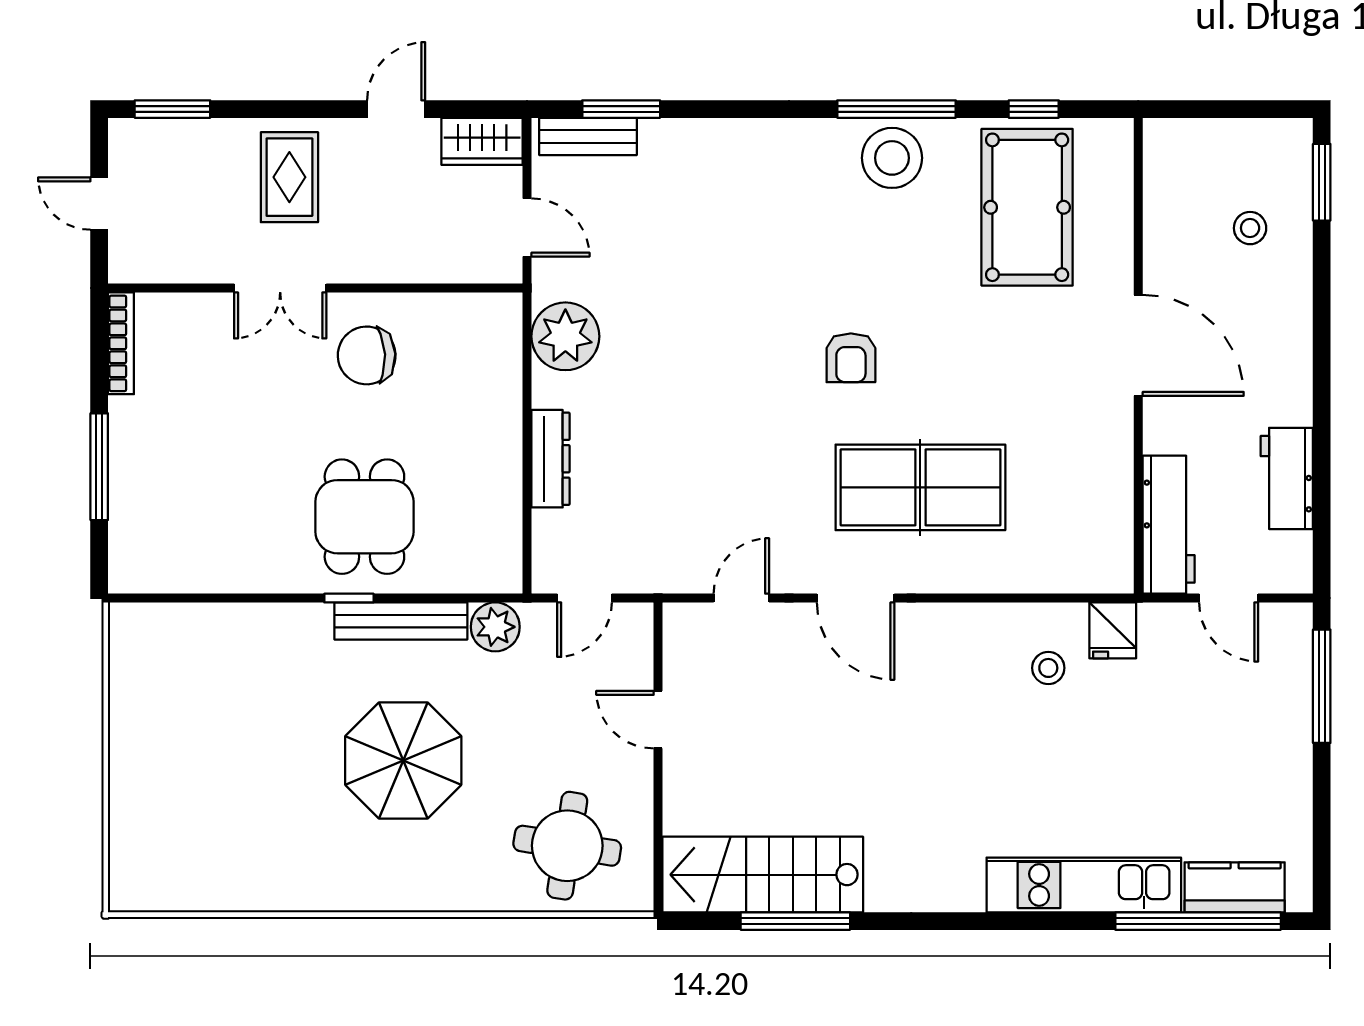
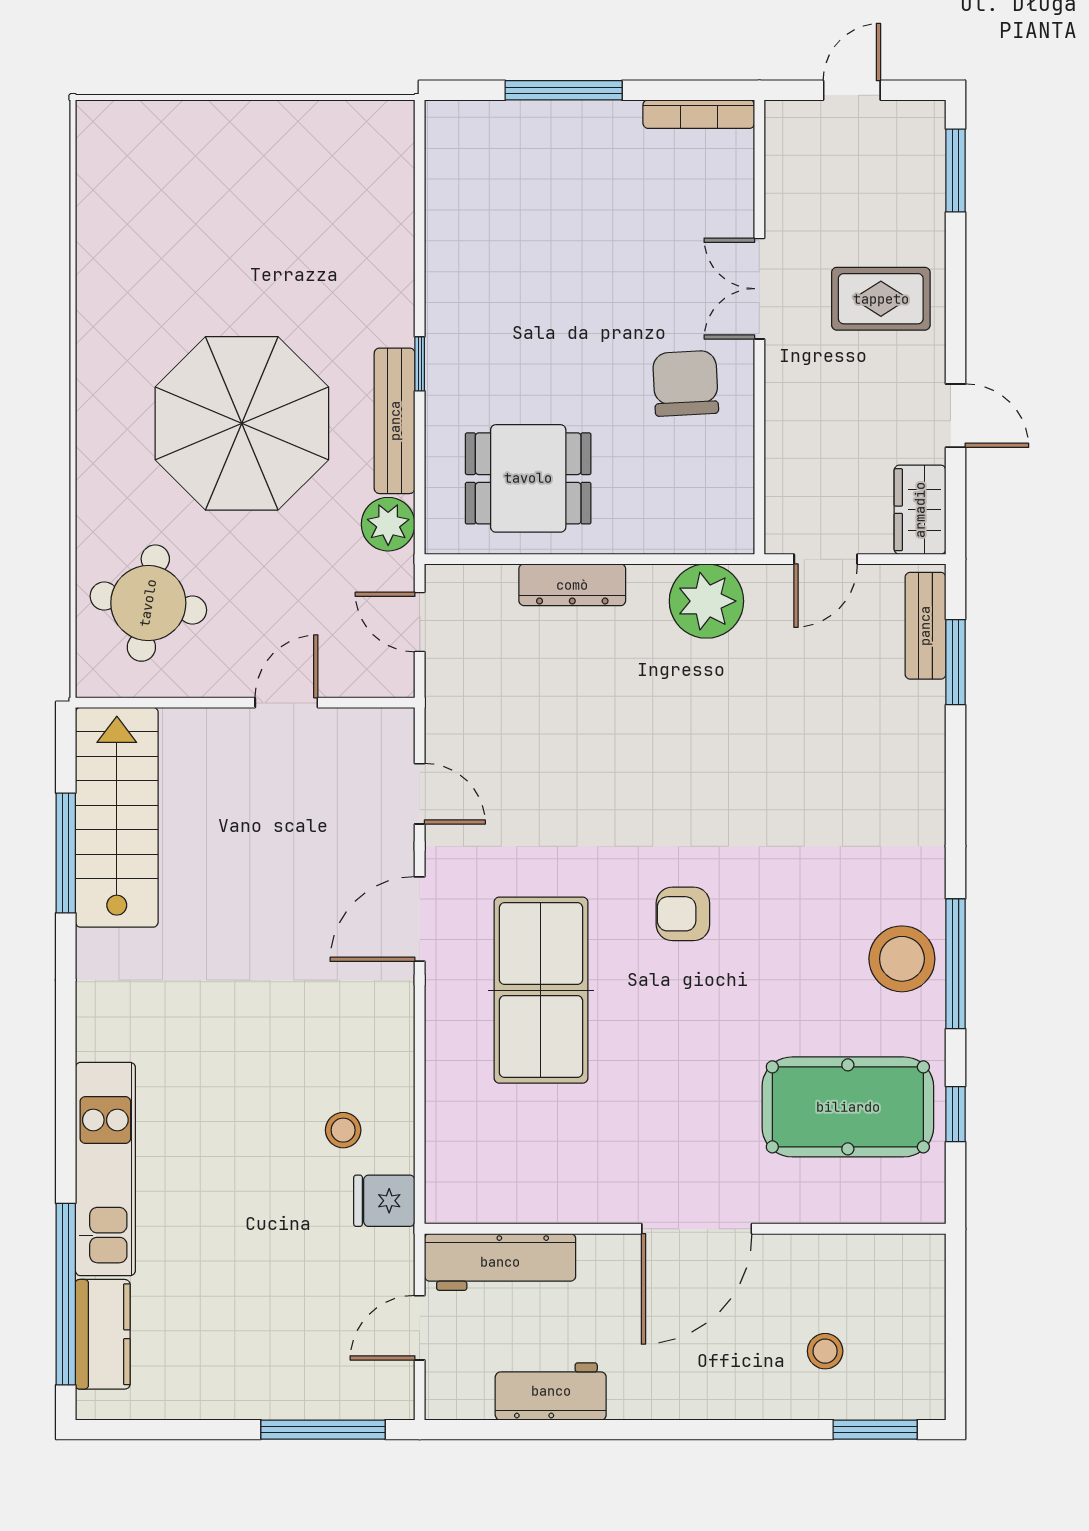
dining table: (364, 517) -> (528, 478), moved
parasol: (403, 760) -> (242, 423), width x1.36, depth x1.36

